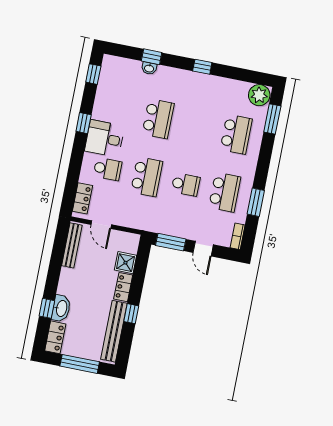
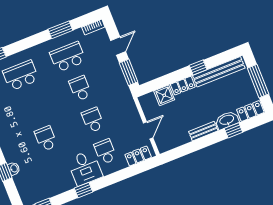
school desk: (158, 119) -> (46, 139), width x0.54
school desk: (147, 177) -> (93, 120), width x0.54
bench: (72, 245) -> (203, 131), moved, width x0.73

